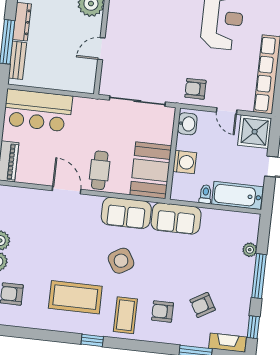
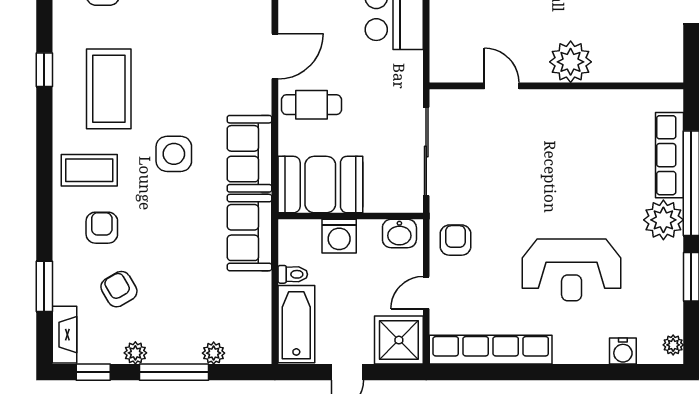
side table: (121, 261) -> (174, 154), turned 31
plant: (244, 299) -> (135, 353), added
window: (92, 340) -> (44, 70), moved

